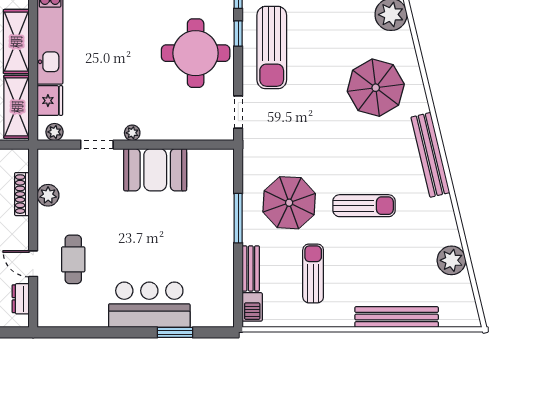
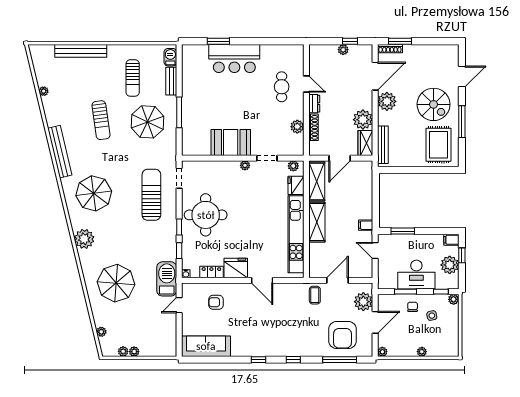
sun lounger: (272, 48) -> (151, 195), moved
sun lounger: (364, 206) -> (101, 120), turned -98
plant: (451, 260) -> (44, 91), width x0.53, depth x0.53
dresser: (21, 299) -> (314, 104), moved

